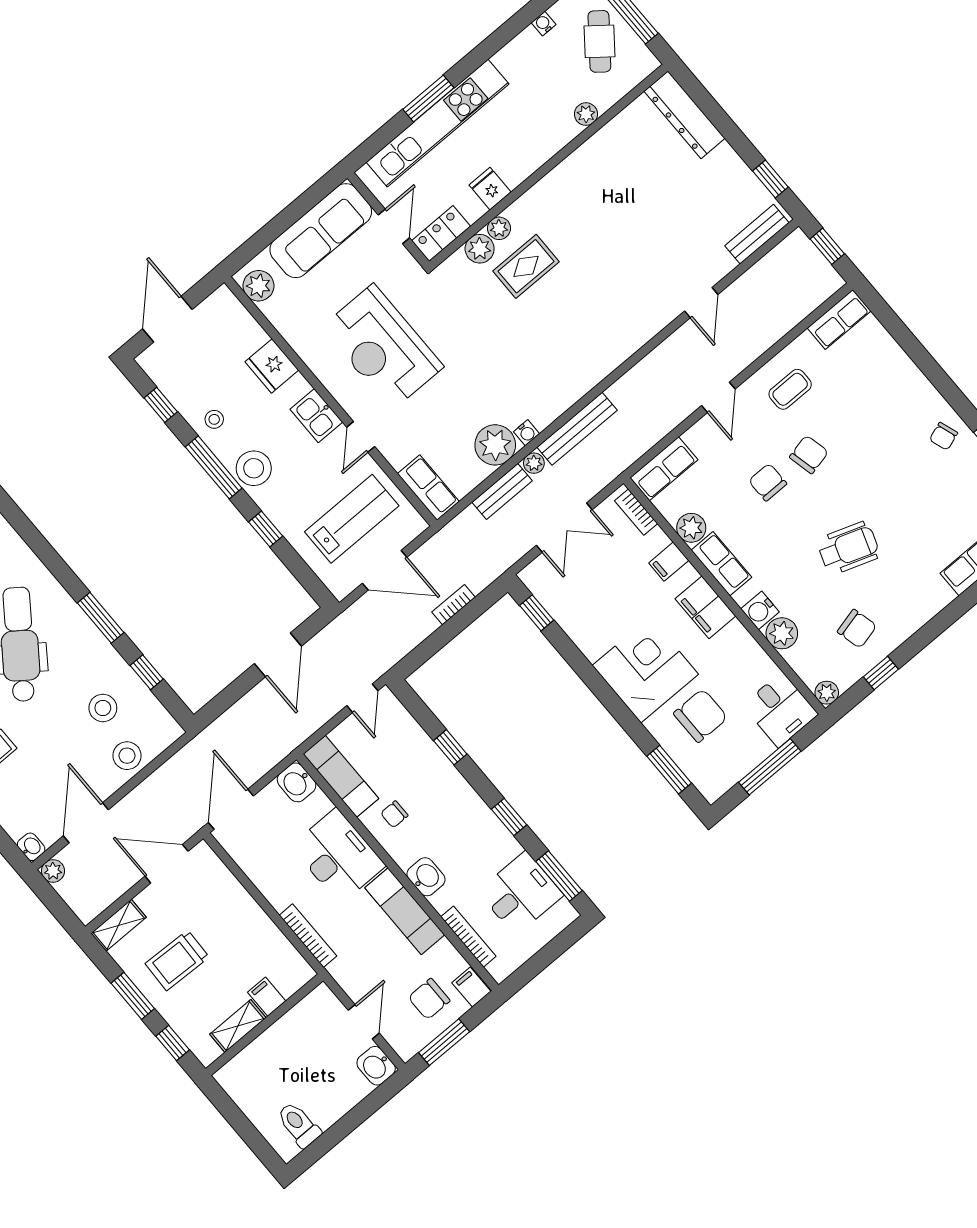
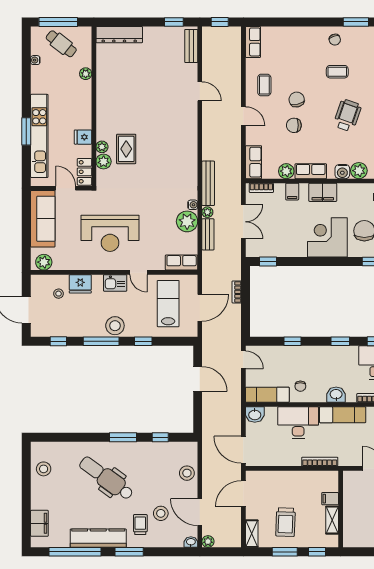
stool: (214, 419) -> (59, 294), moved
coffee table: (900, 479) -> (337, 72), added
stool: (103, 708) -> (161, 513), moved

